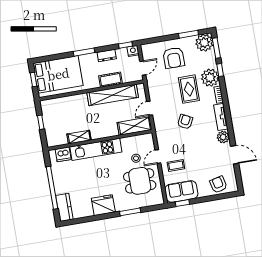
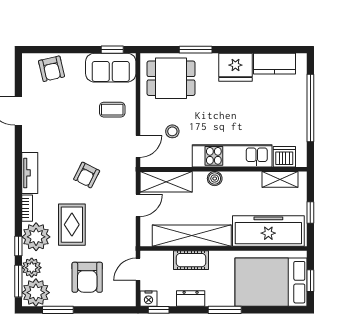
armchair: (174, 58) -> (87, 277), turned 180
freezer: (65, 106) -> (268, 231), added
boiler: (104, 133) -> (215, 179), added
shelving: (79, 137) -> (280, 179), moved
plant: (223, 137) -> (32, 268), moved
door: (158, 157) -> (138, 146), moved
dining table: (140, 181) -> (171, 78), moved
kitchen counter: (64, 207) -> (274, 64), moved, turned -90

